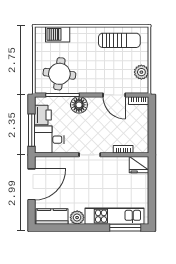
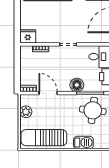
barbecue: (58, 34) -> (83, 143), moved
sun lounger: (119, 40) -> (44, 138), width x1.36, depth x1.34

